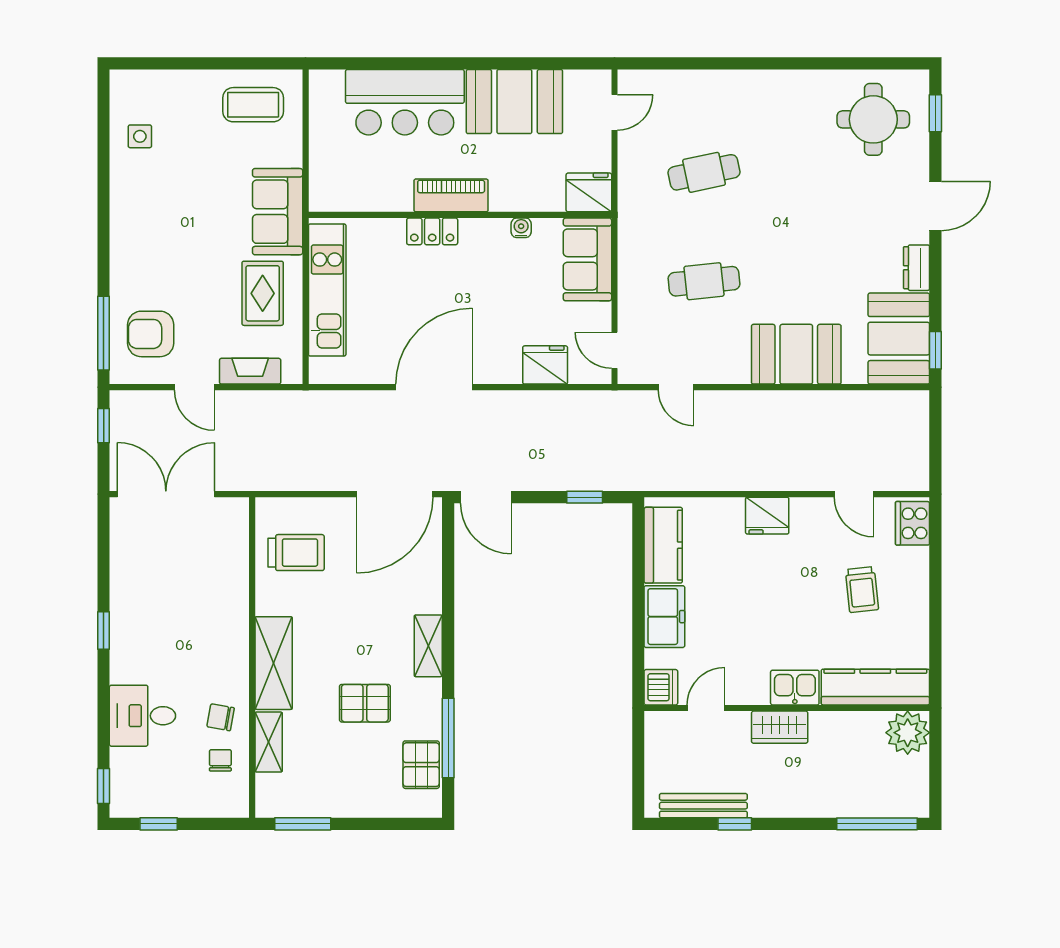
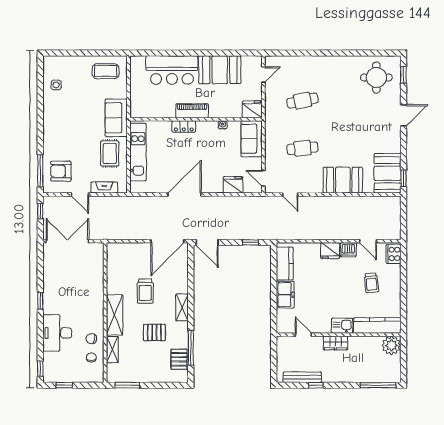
dresser: (917, 268) -> (395, 142), removed
trolley: (296, 553) -> (145, 291), moved, turned 90
dishwasher: (661, 687) -> (348, 250), moved, turned 90
door: (706, 708) -> (303, 335), hinge flipped
desk: (142, 716) -> (57, 333), width x1.37

